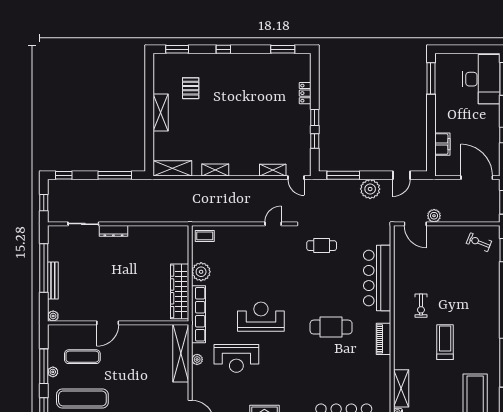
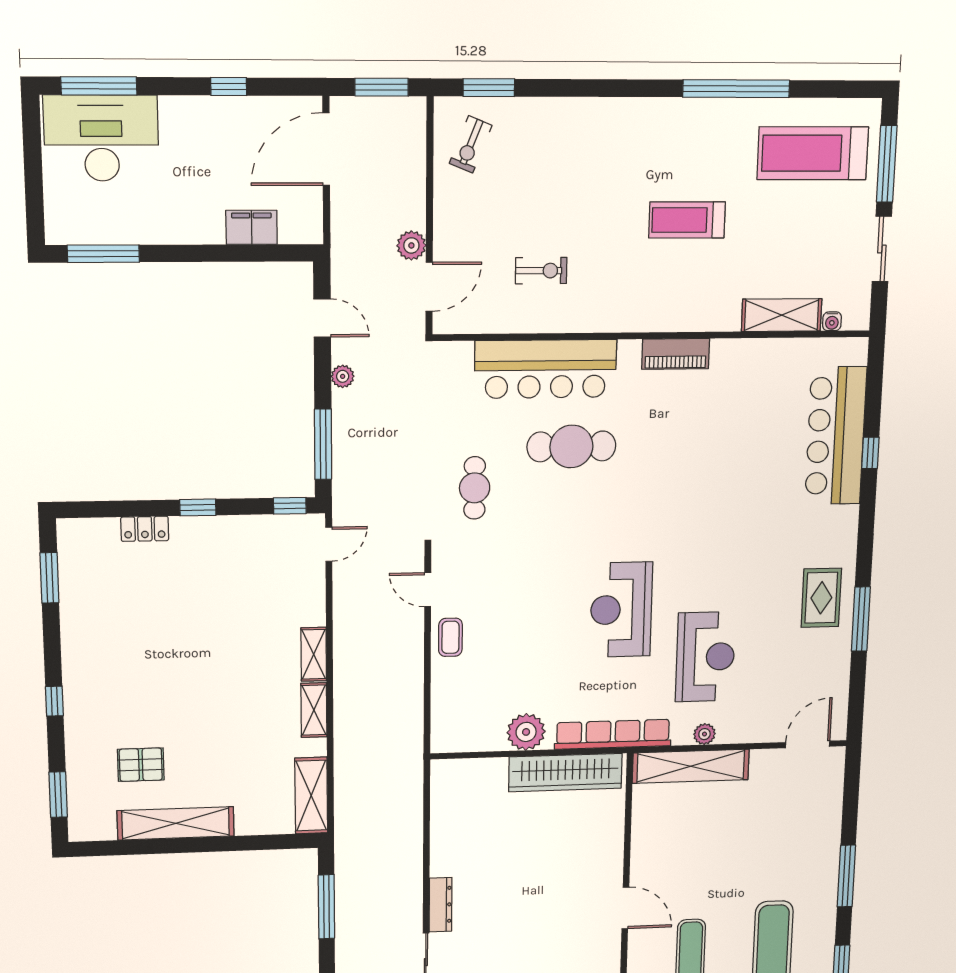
shelving: (161, 112) -> (176, 823), width x1.47
window: (315, 141) -> (290, 506), moved
shelving: (273, 170) -> (314, 654), moved
plant: (370, 189) -> (343, 376), width x0.53, depth x0.53
coffee table: (205, 236) -> (450, 637), moved
exercise bike: (421, 306) -> (541, 271), moved
cafe table: (331, 327) -> (571, 446), moved, turned 90

